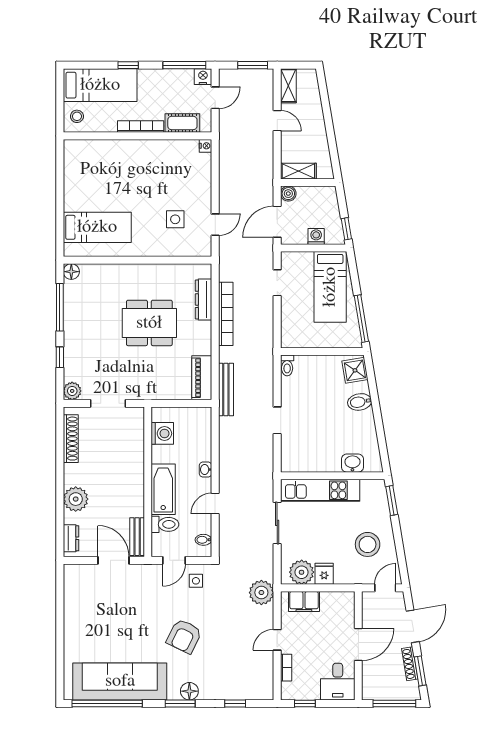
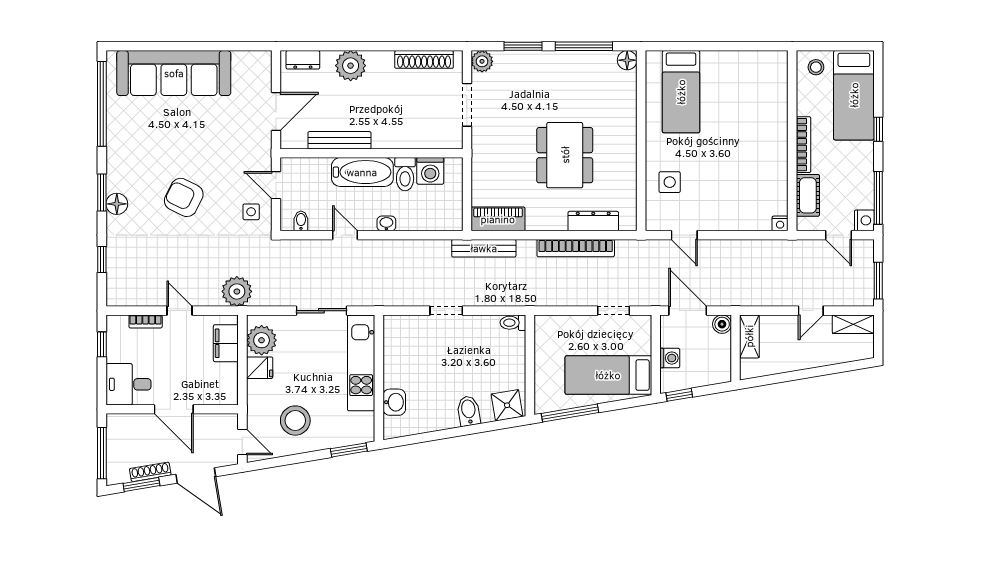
side table: (175, 219) -> (670, 182), moved
window: (60, 357) -> (523, 46), width x1.50
toilet: (165, 524) -> (405, 174), moved
bench: (137, 537) -> (339, 140), moved, width x1.36
sofa: (120, 681) -> (174, 73), moved, turned 90

